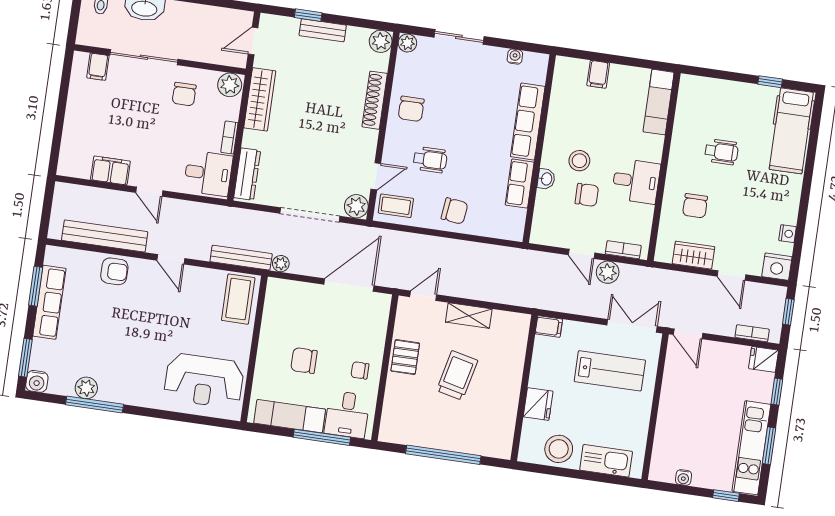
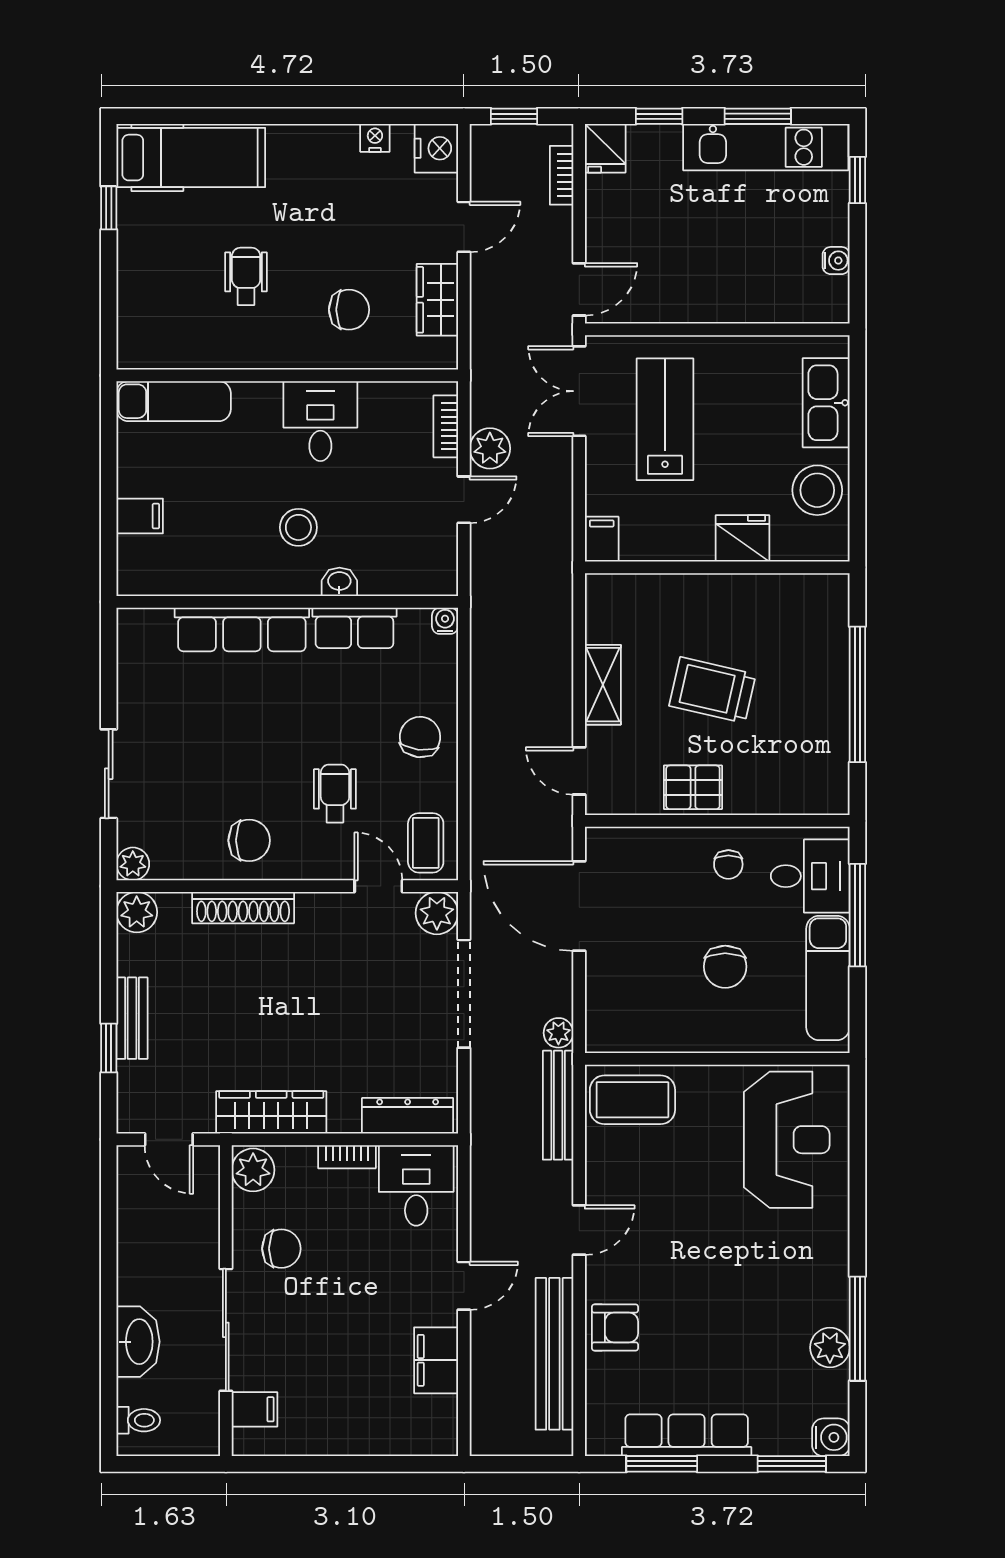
water cooler: (515, 57) -> (445, 621), moved, turned 90
chair: (587, 195) -> (357, 505), removed
armchair: (114, 271) -> (615, 1327), turned 90

